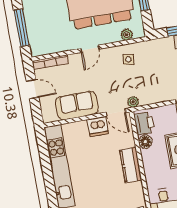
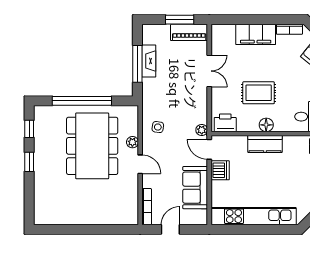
window: (22, 28) -> (106, 229), removed
plant: (127, 35) -> (132, 142), moved
door: (116, 112) -> (209, 149), swing flipped
floor lamp: (145, 142) -> (266, 125), moved

